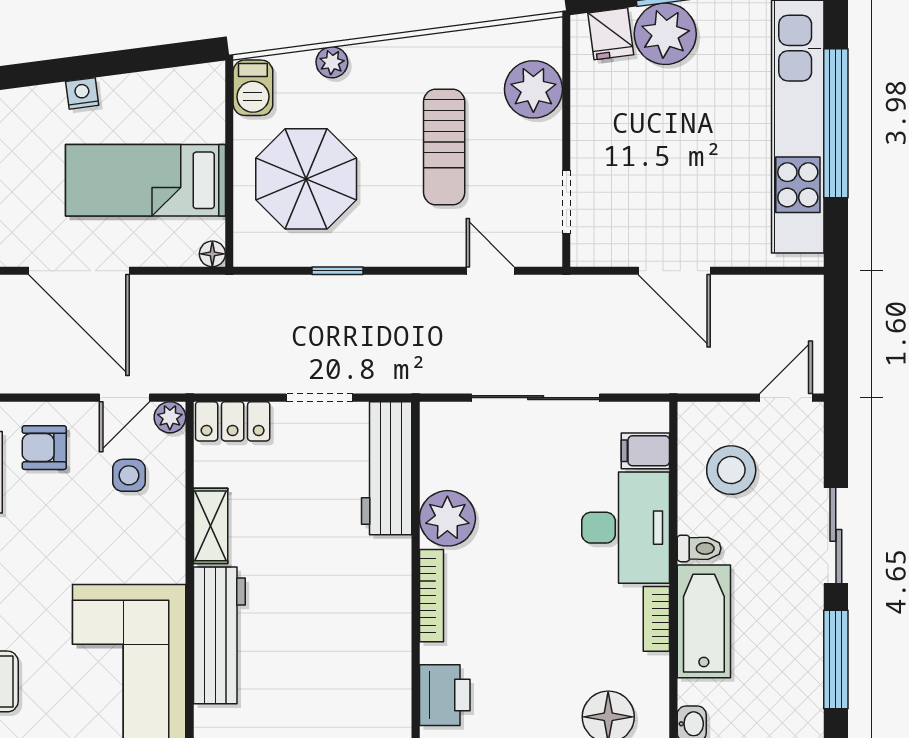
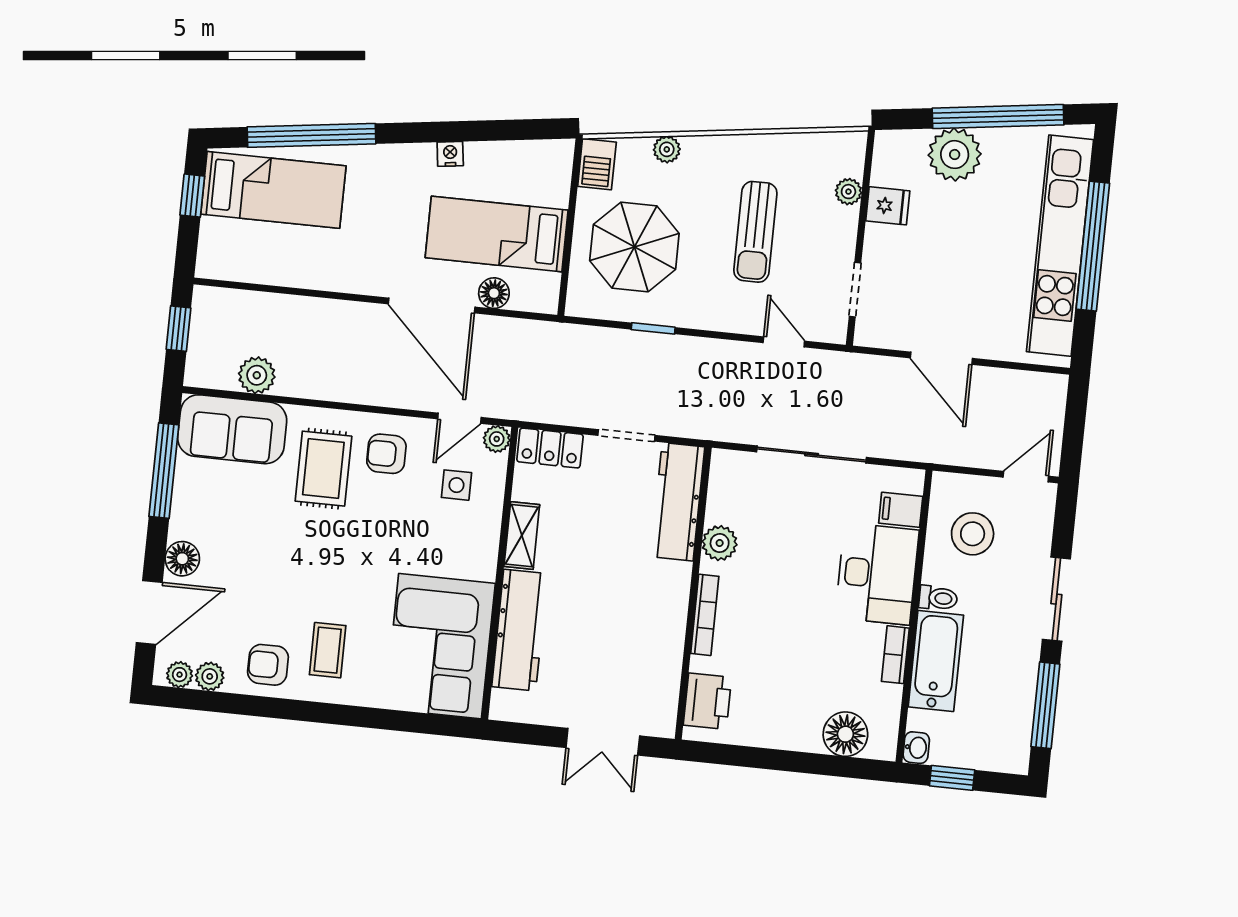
fridge: (611, 34) -> (888, 206), moved, turned -83
plant: (533, 89) -> (848, 192), width x0.53, depth x0.53
floor lamp: (212, 254) -> (494, 293), moved, width x1.37, depth x1.37
plant: (447, 518) -> (720, 543), width x0.73, depth x0.73

